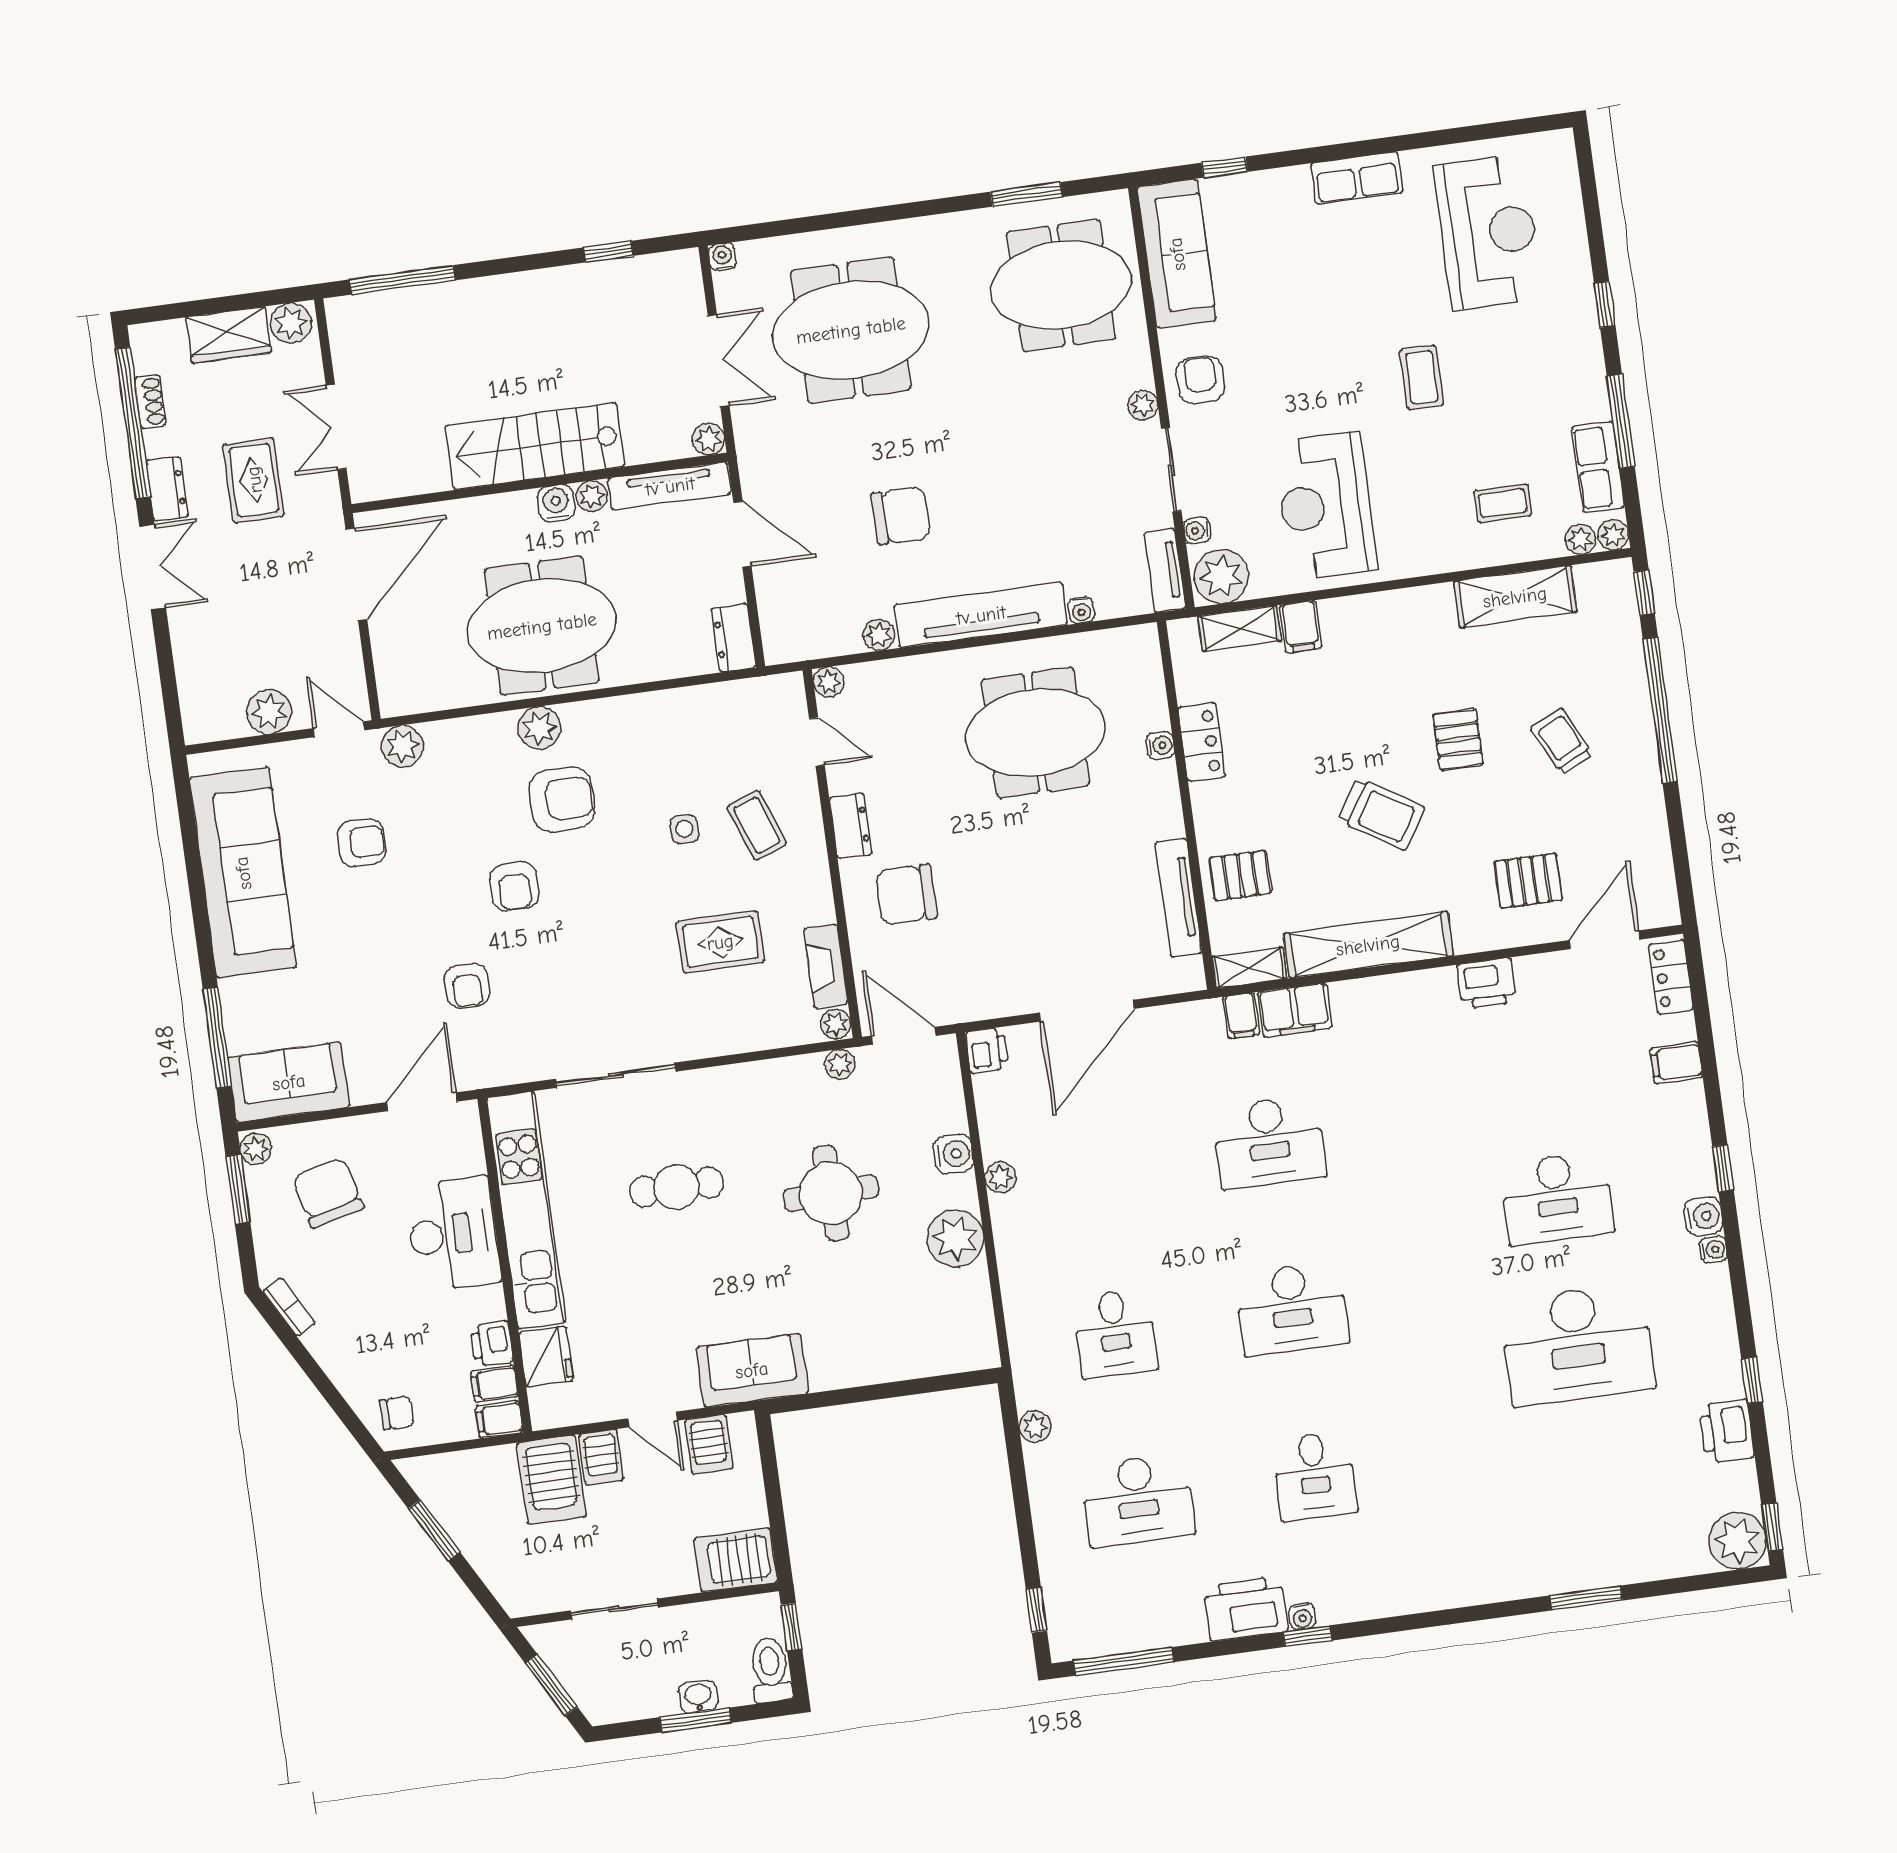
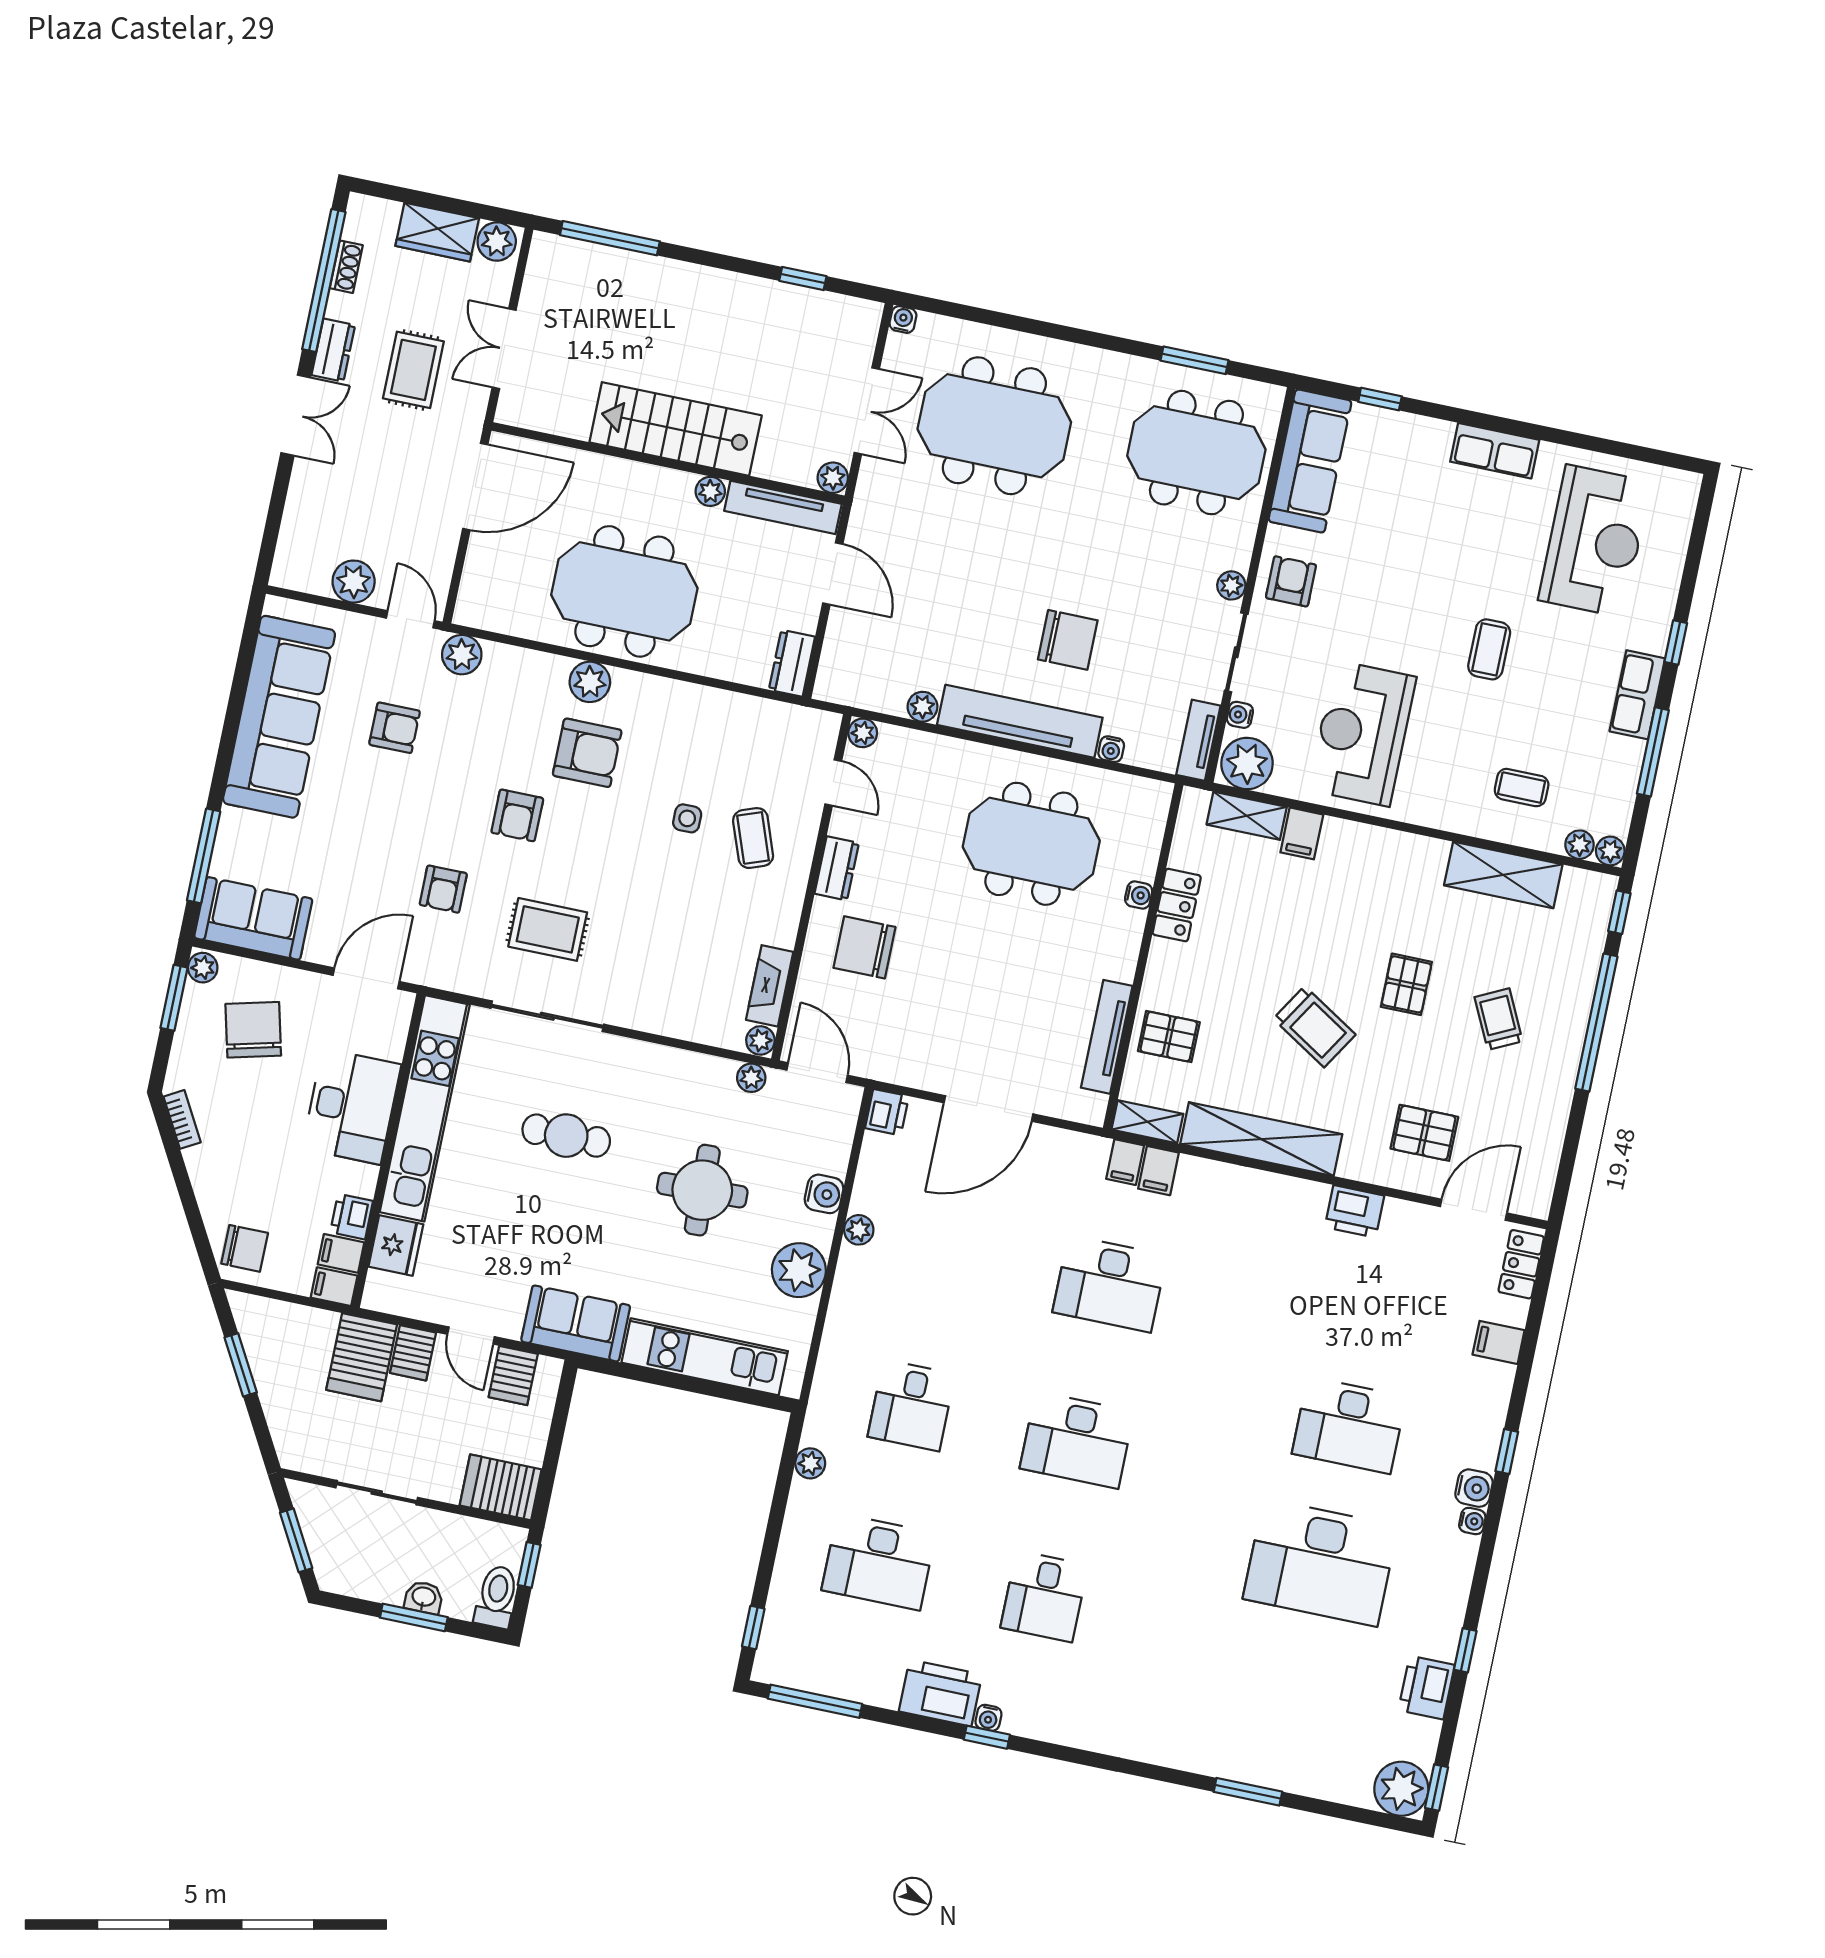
row of seats: (1598, 467) -> (1637, 695), moved
water cooler: (556, 503) -> (676, 487), removed
chair: (901, 516) -> (1068, 640), moved
rug: (720, 942) -> (548, 929), moved
filing cabinet: (1295, 1010) -> (1158, 1171), width x0.50
kitchen unit: (892, 1358) -> (705, 1357), added
chair: (397, 1413) -> (245, 1248), width x1.37, depth x1.37

